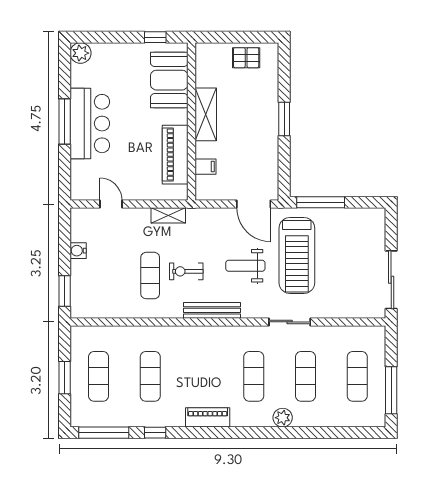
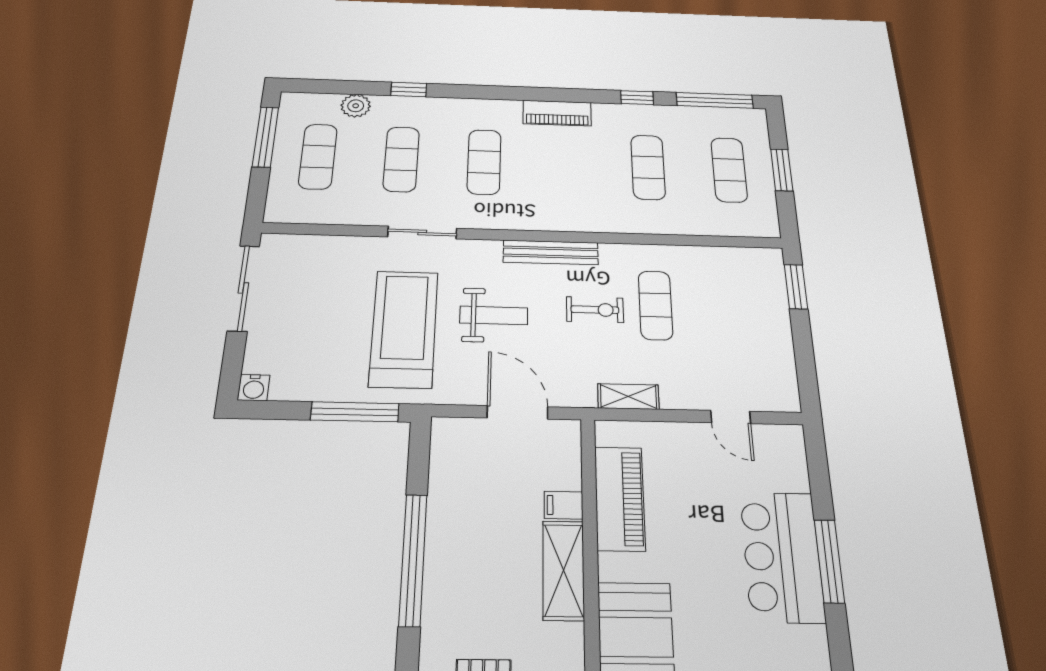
window: (284, 119) -> (413, 559), width x2.11
filing cabinet: (206, 167) -> (563, 505), moved
door: (254, 204) -> (517, 412), moved
water cooler: (78, 251) -> (254, 388), moved, turned 90
plant: (283, 418) -> (356, 106), moved
window: (304, 433) -> (409, 90), added

